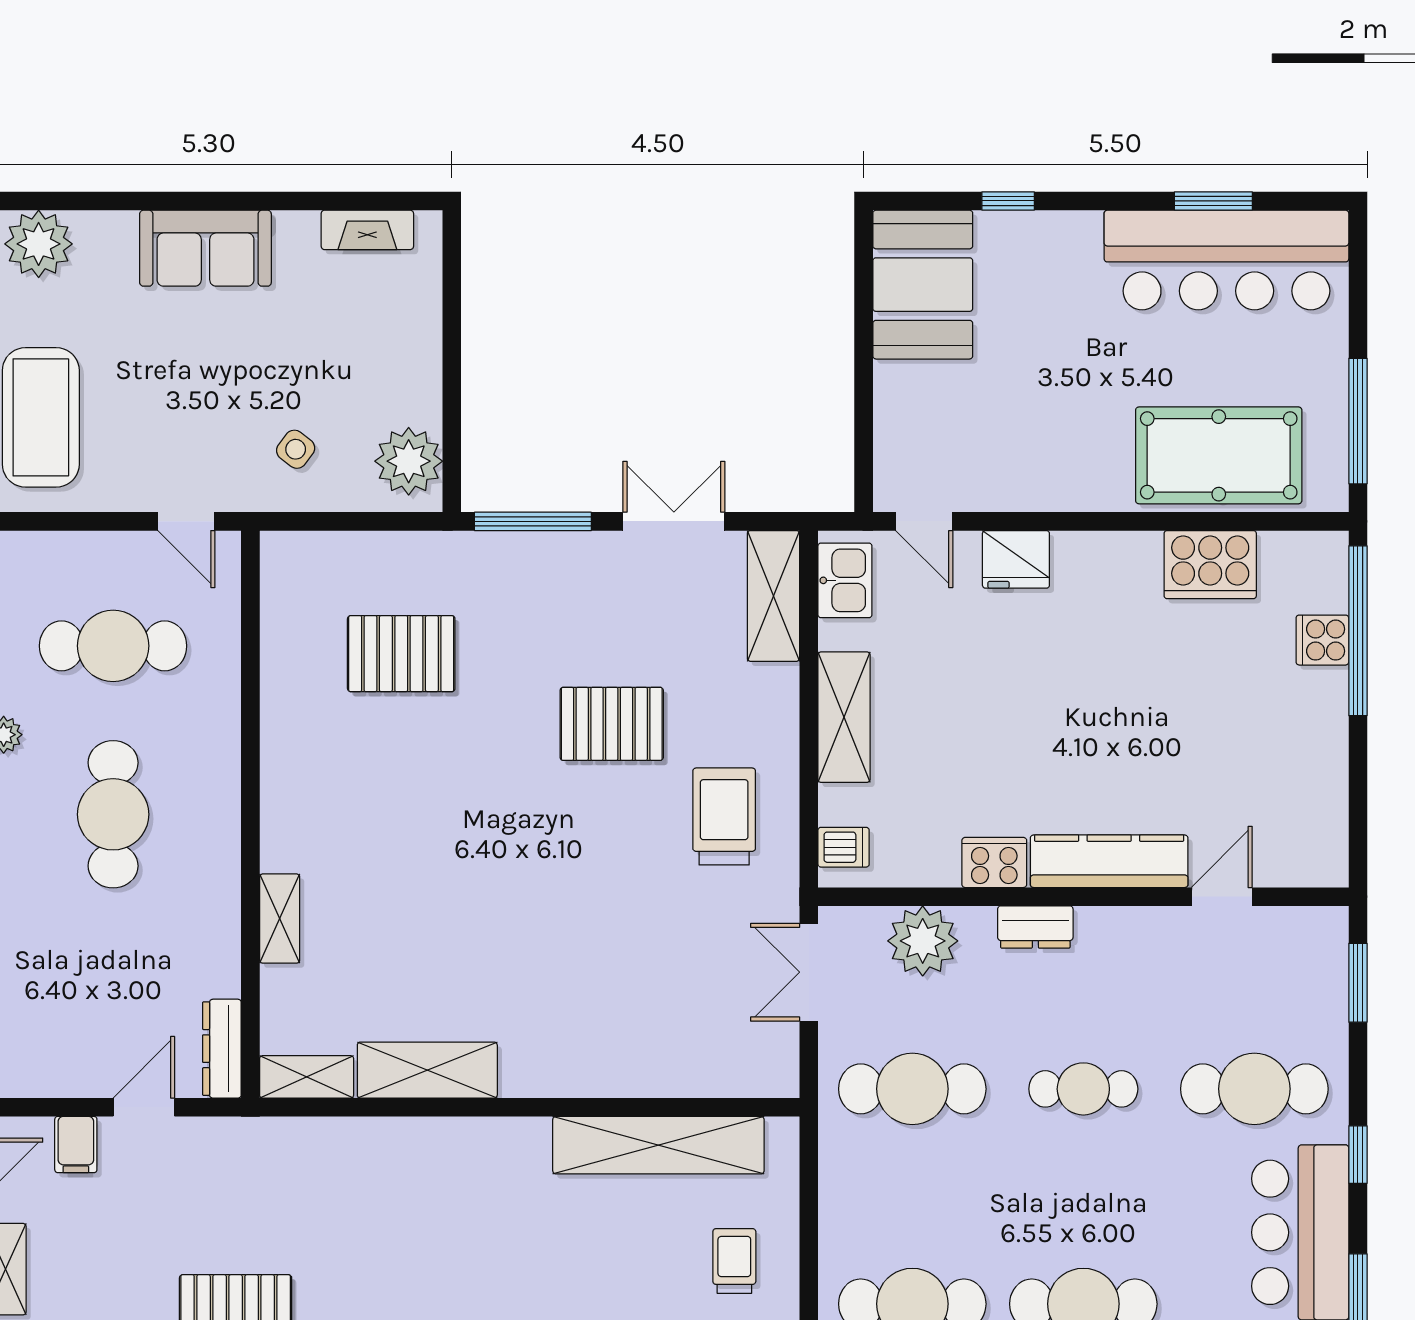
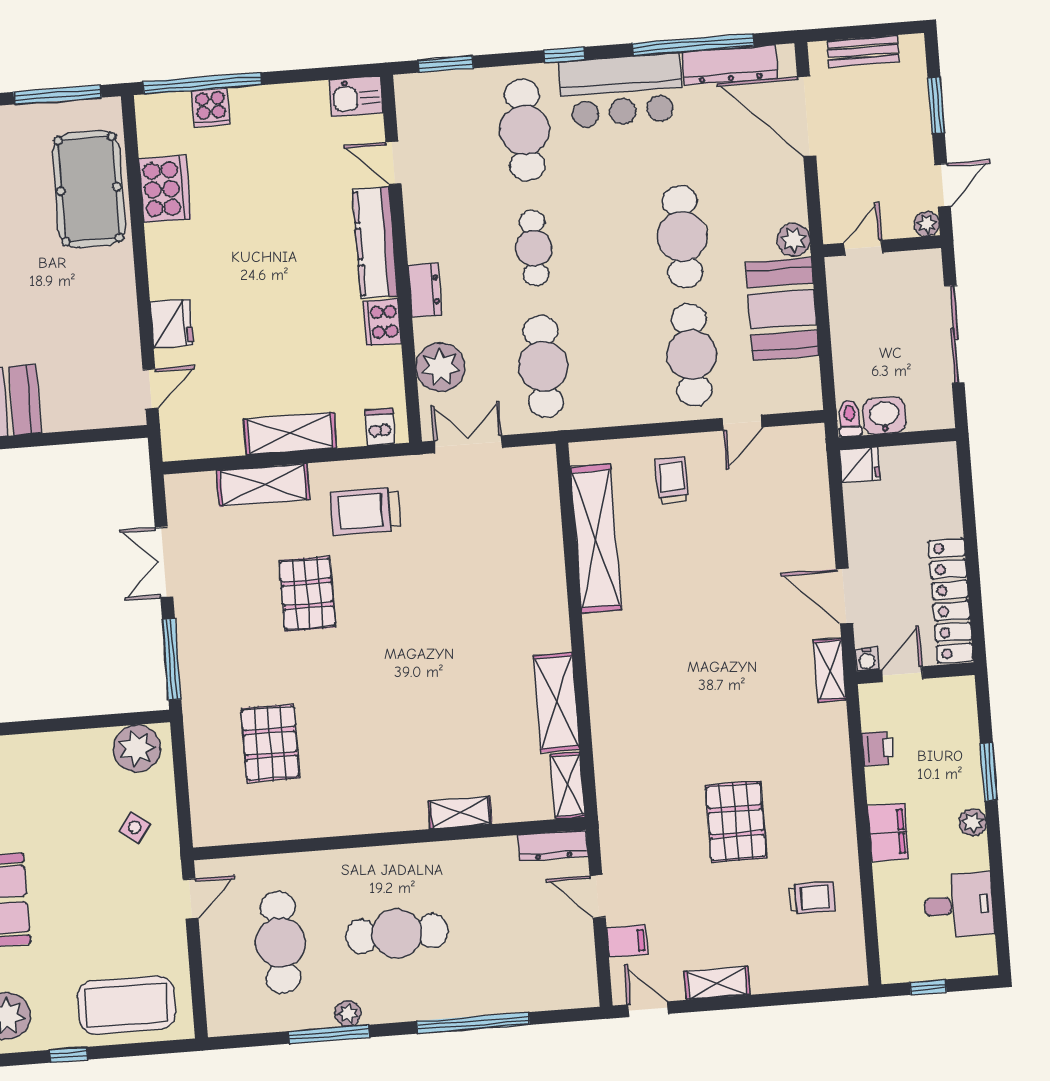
kitchen sink: (845, 580) -> (356, 96), moved, turned 180
shelving: (773, 596) -> (263, 485), moved
double door: (809, 972) -> (468, 444), swing flipped
trolley: (734, 1261) -> (672, 480), turned 88

